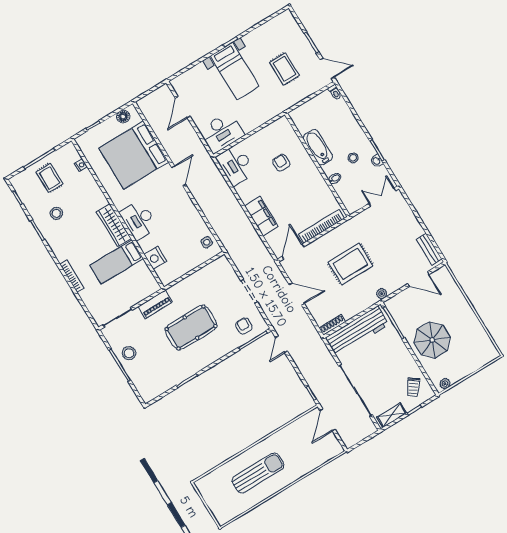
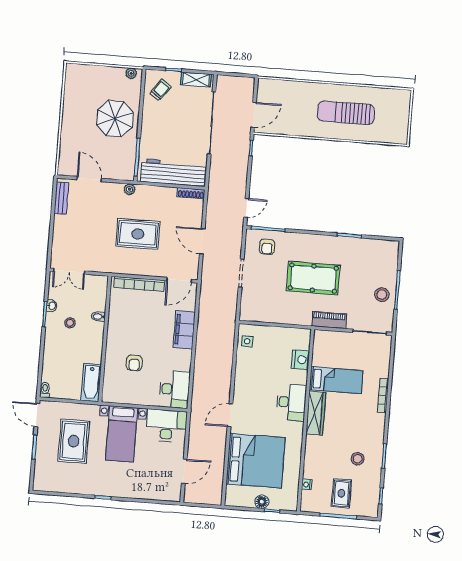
rug: (284, 69) -> (74, 441), width x1.36, depth x1.43
bed with nightstands: (235, 71) -> (122, 434), moved, turned 180
floor lamp: (123, 117) -> (262, 502), moved
bathtub: (318, 147) -> (91, 383), moved

